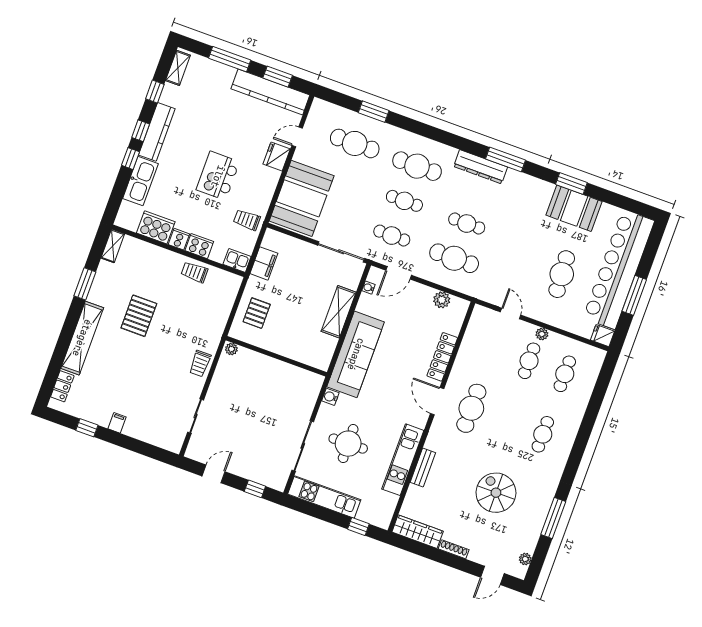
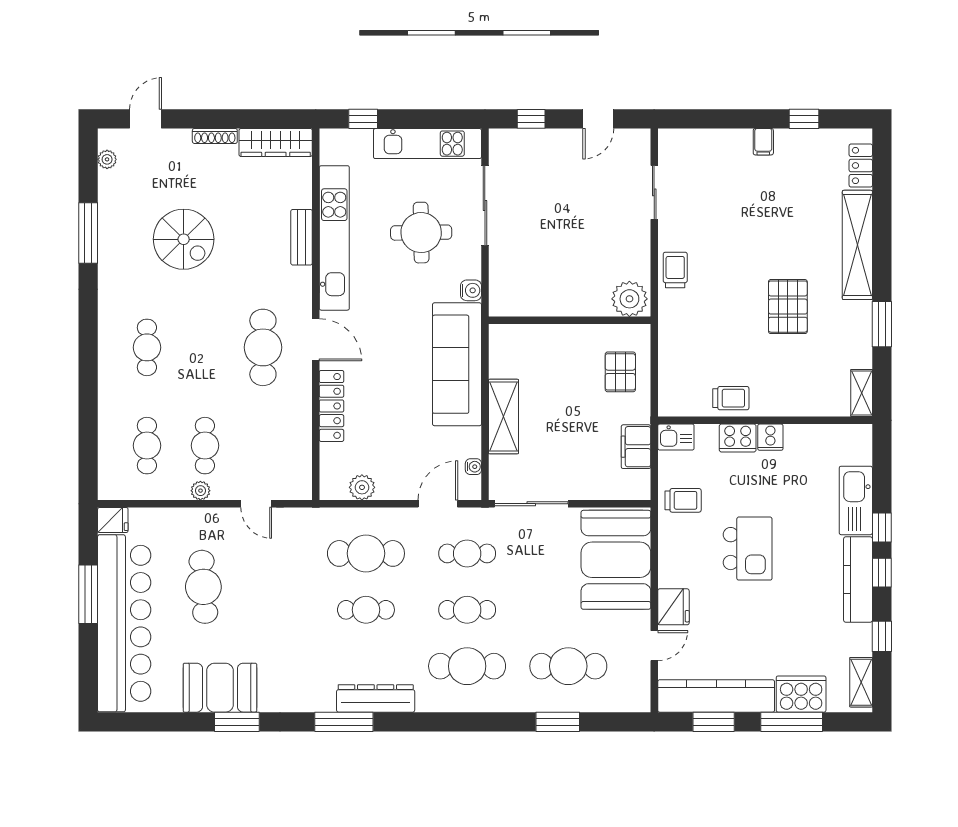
cooker: (156, 227) -> (801, 694), moved, turned 180
plant: (231, 349) -> (629, 299), width x1.87, depth x1.87
kitchen unit: (403, 460) -> (334, 238), width x1.36

